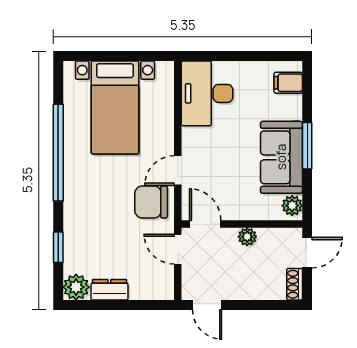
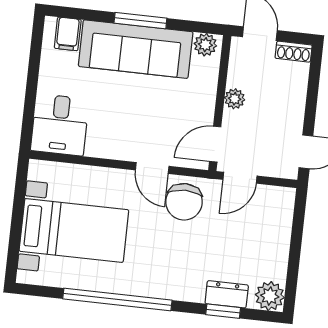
desk: (207, 93) -> (60, 125), width x0.73
sofa: (281, 157) -> (136, 49), width x1.36
dresser: (109, 290) -> (227, 294), moved, turned 90

